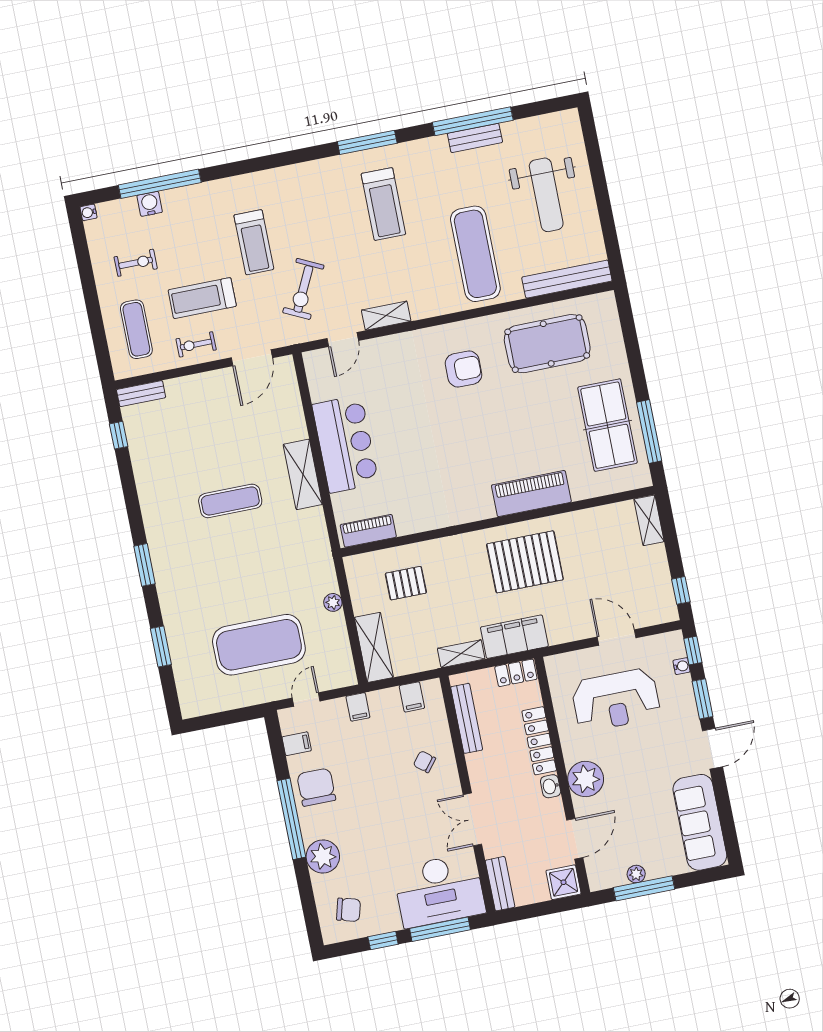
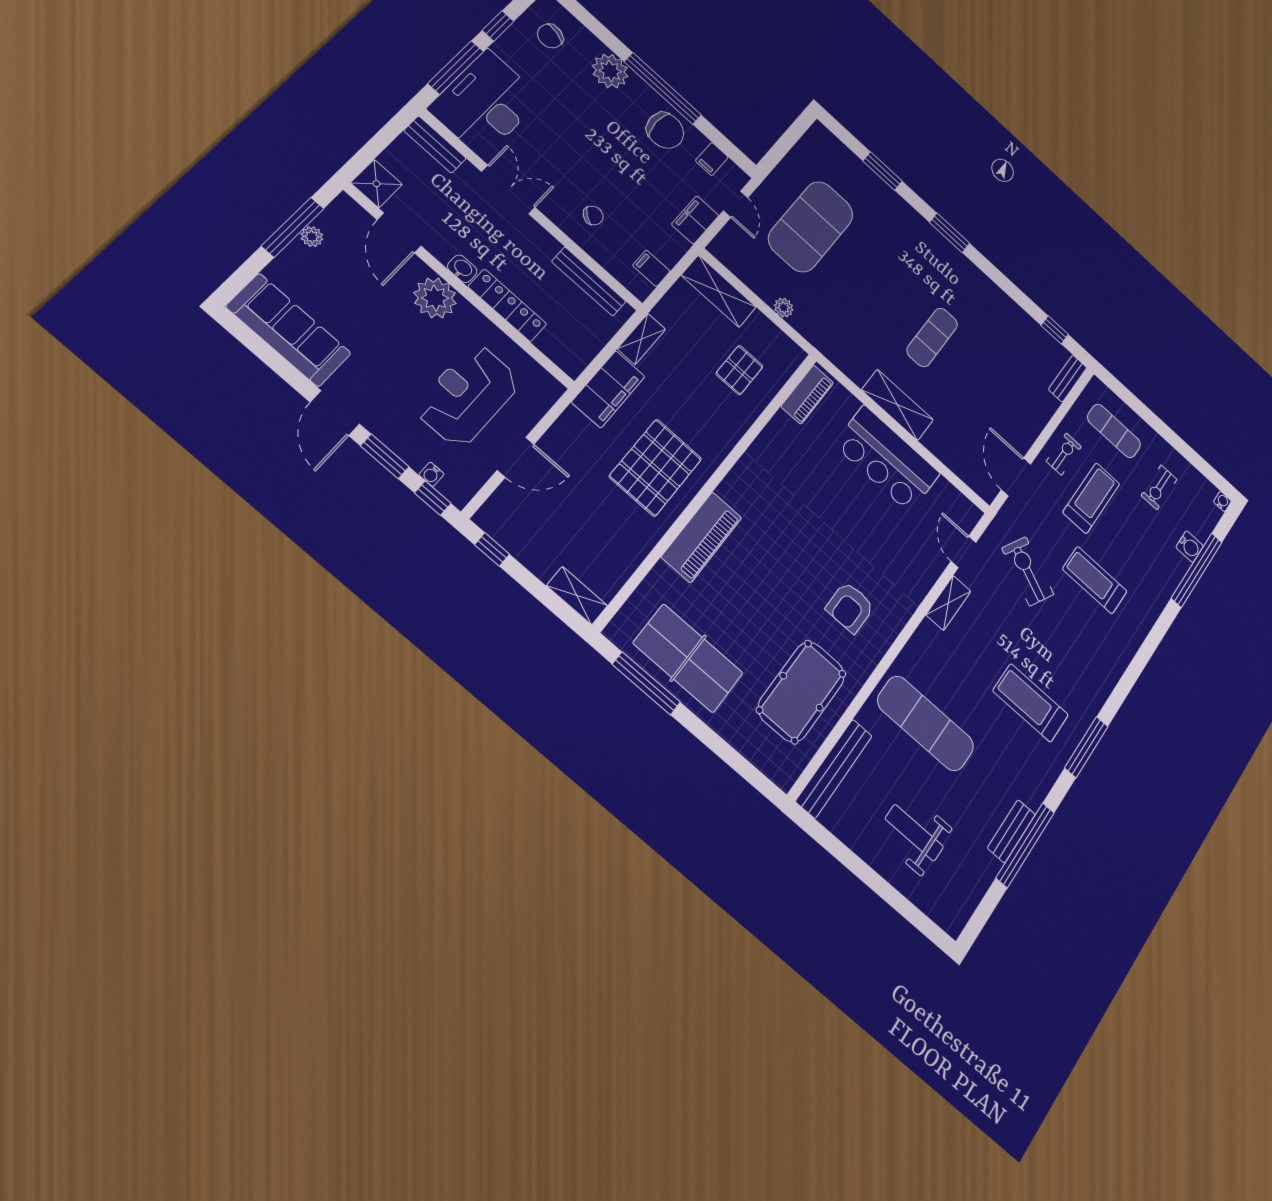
weight bench: (546, 195) -> (914, 833), width x0.73, depth x0.75
locker: (516, 673) -> (580, 356), removed
filing cabinet: (358, 707) -> (695, 220), width x2.00

